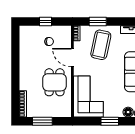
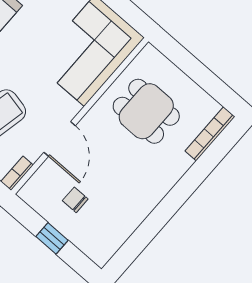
dining table: (55, 82) -> (146, 111), moved, turned 90
window: (42, 121) -> (203, 76), removed

